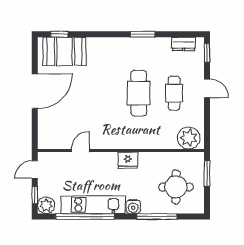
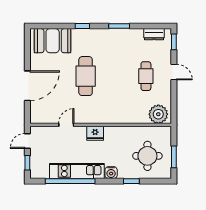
window: (59, 34) -> (82, 26), moved
door: (35, 91) -> (27, 86), moved
cafe table: (139, 93) -> (86, 76), moved
fridge: (128, 160) -> (95, 133), moved
window: (207, 173) -> (174, 157), moved
plant: (46, 205) -> (37, 171), removed
window: (157, 217) -> (131, 181), width x0.46

